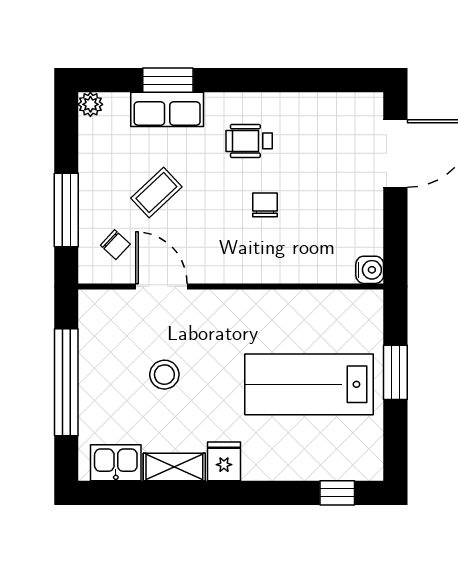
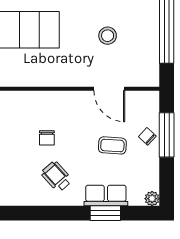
wheelchair: (249, 141) -> (57, 177), turned -132
coffee table: (156, 192) -> (112, 145), turned 47
chair: (115, 245) -> (147, 136), moved

